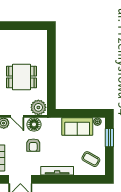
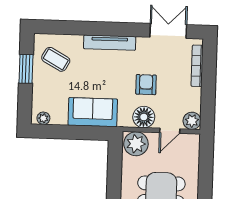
door: (17, 116) -> (170, 131), swing flipped
sofa: (77, 126) -> (93, 112), moved
window: (109, 138) -> (26, 69), moved

